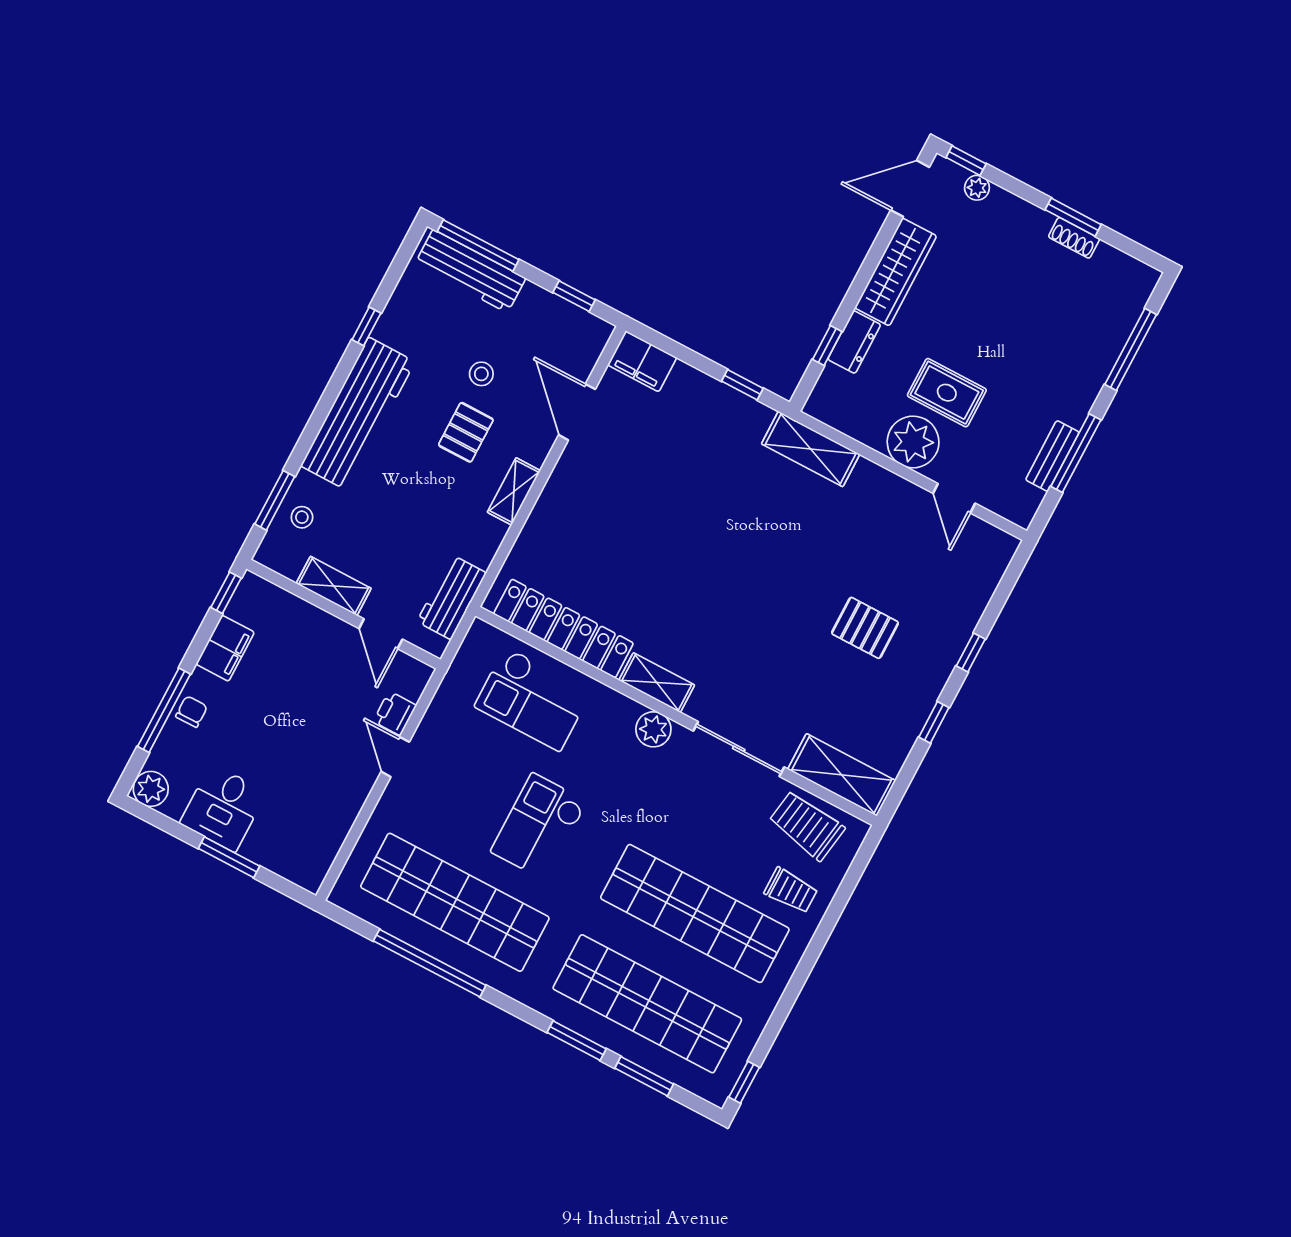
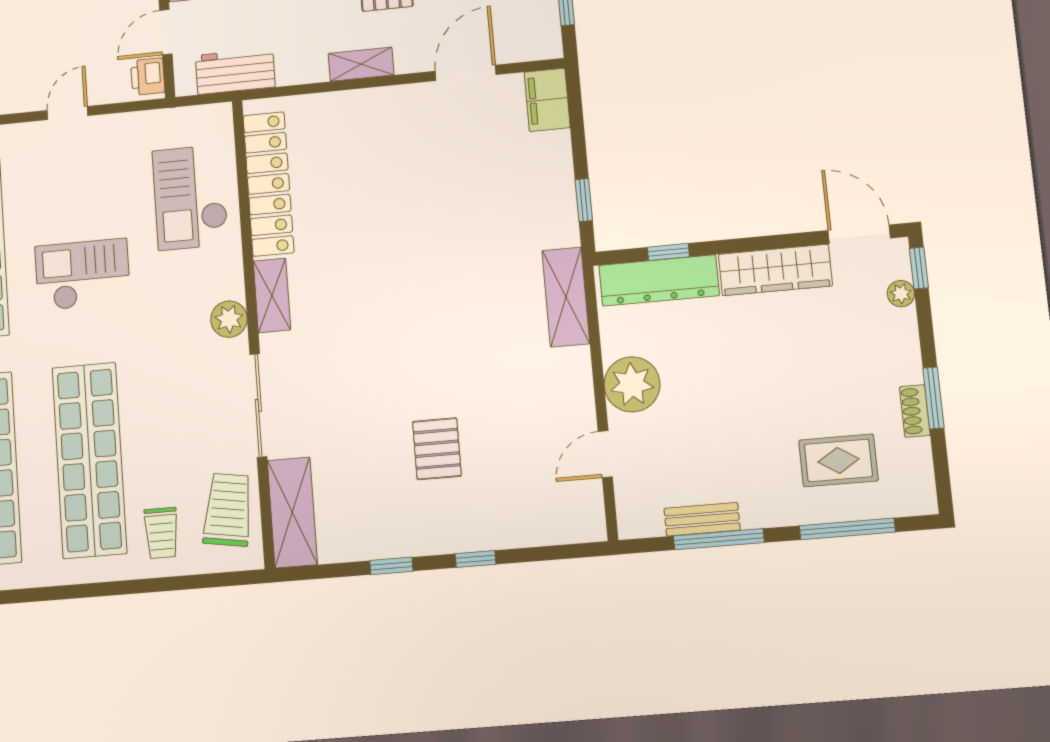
dresser: (854, 342) -> (659, 280), width x1.96, depth x1.24
rug: (947, 393) -> (838, 460), moved, turned 90
printer: (395, 713) -> (148, 77), moved, turned -90

